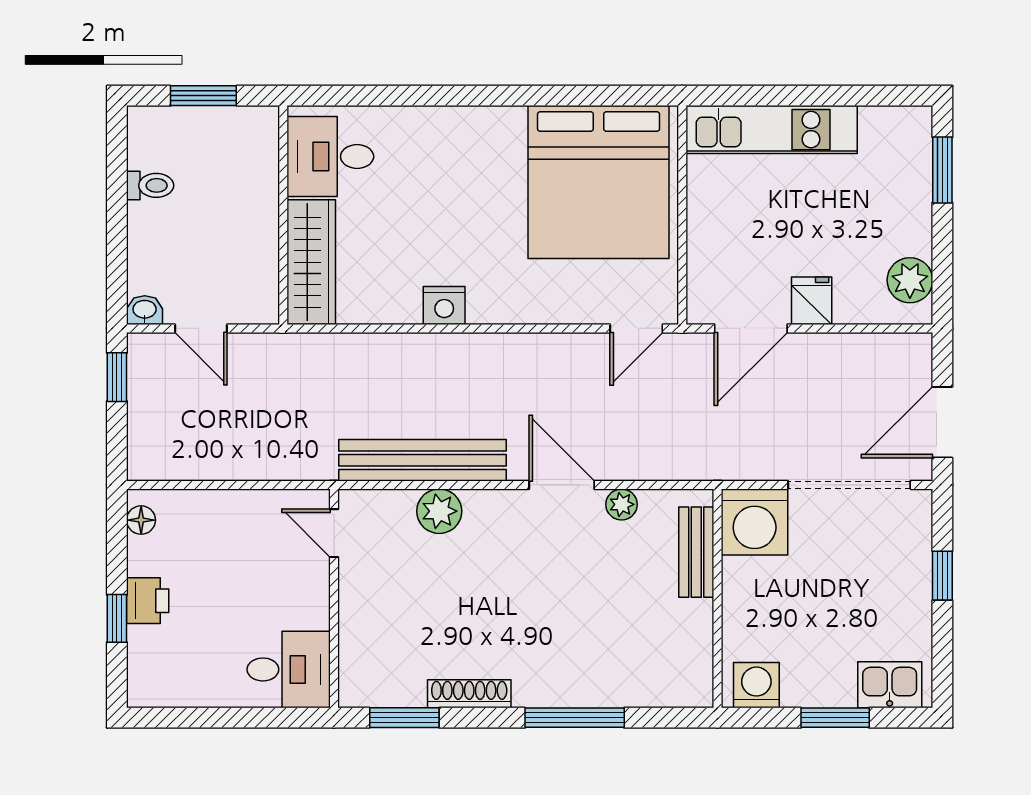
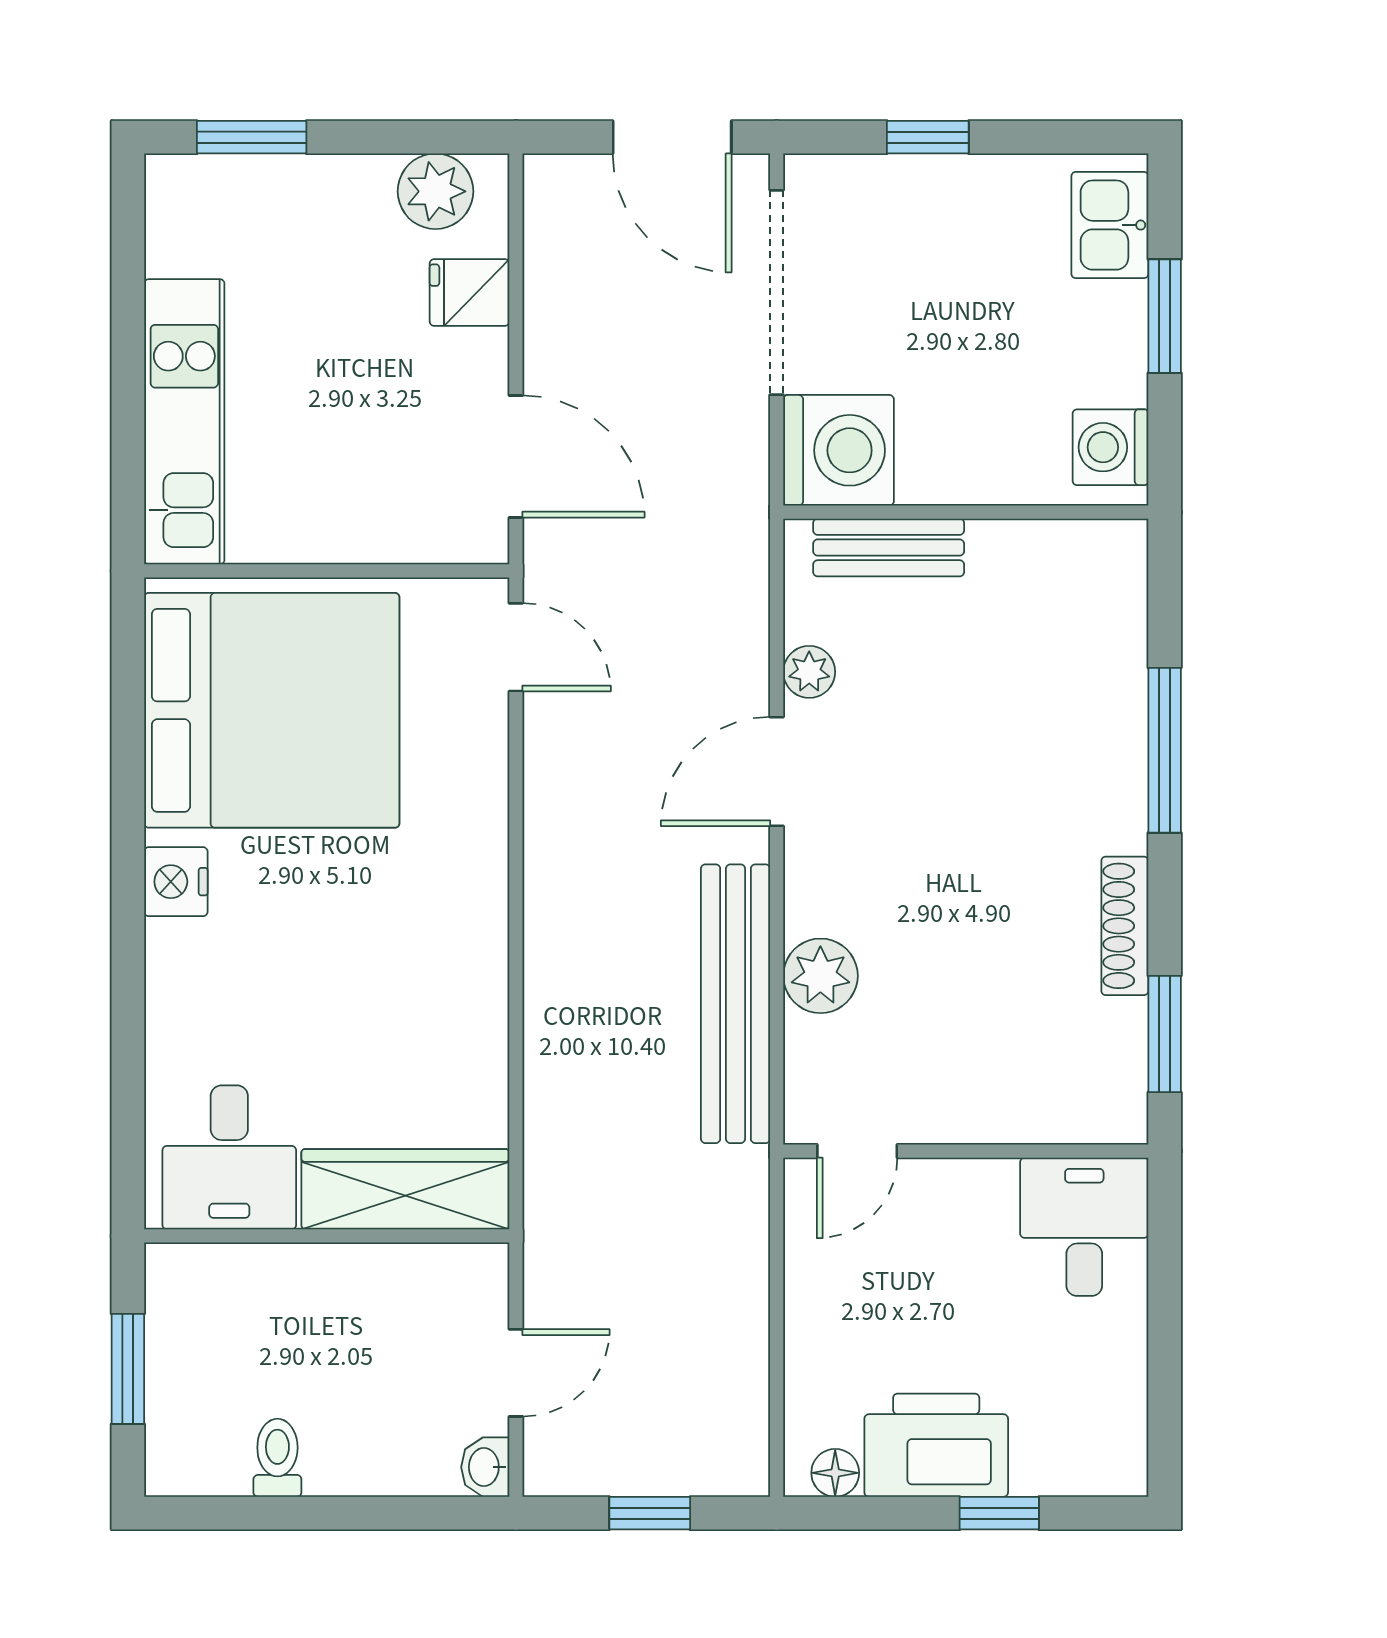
fridge: (812, 301) -> (470, 292), moved
nightstand: (444, 306) -> (176, 882), moved, turned 180
window: (117, 377) -> (650, 1513), moved
printer: (148, 601) -> (936, 1445), width x1.87, depth x1.48

